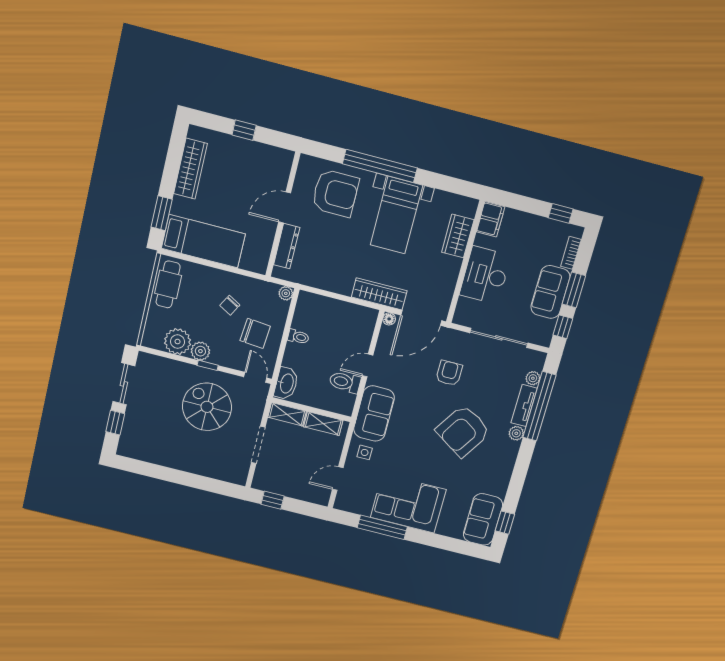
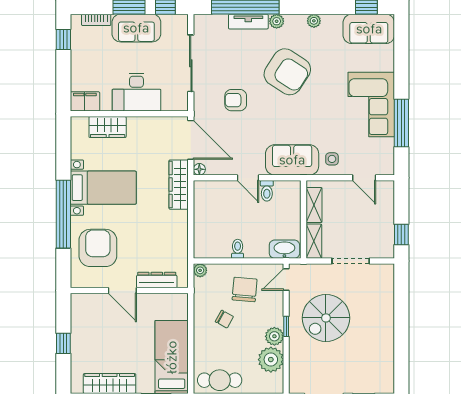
plant: (533, 378) -> (314, 21), moved
toilet: (345, 382) -> (267, 191), width x0.73, depth x0.72

